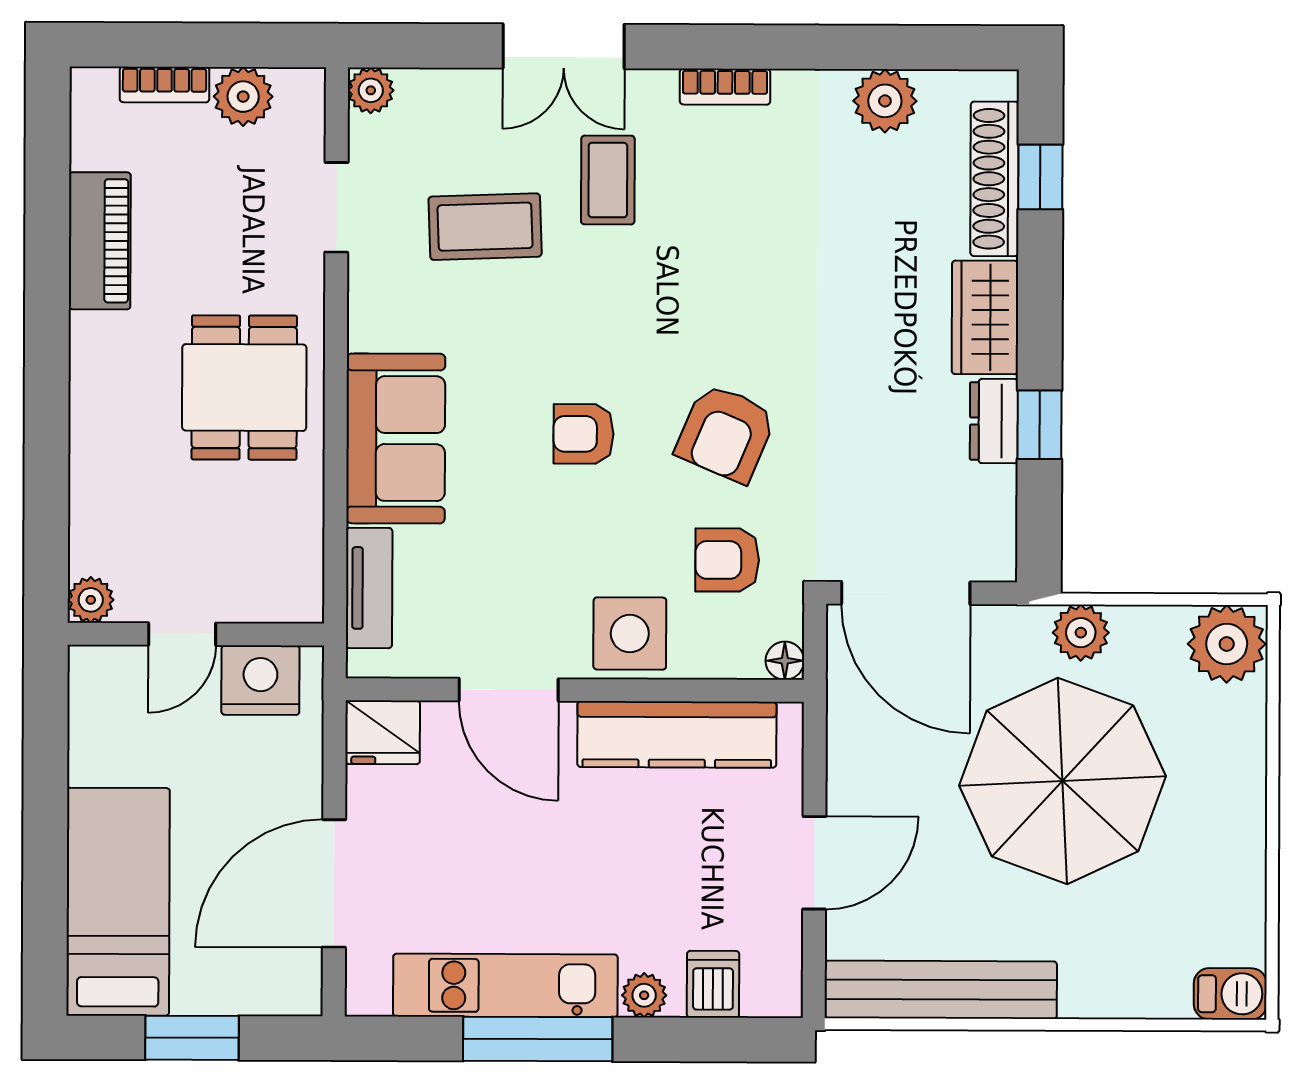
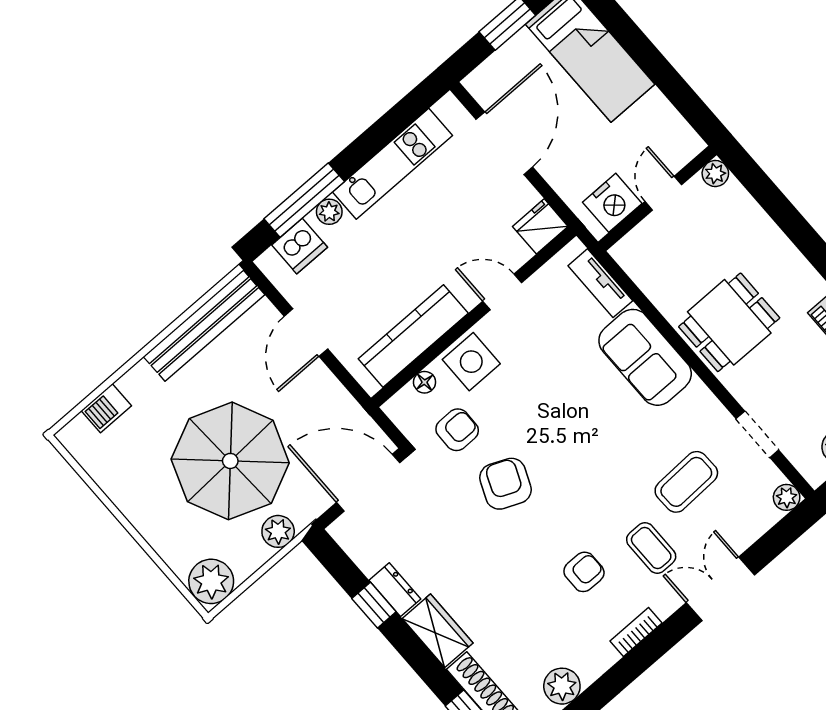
dining table: (244, 388) -> (729, 322), turned 90
armchair: (584, 434) -> (584, 572), moved
floor lamp: (785, 661) -> (425, 382), moved
door: (509, 690) -> (502, 292), width x0.73
dishwasher: (713, 984) -> (300, 246), width x1.38
barbecue: (1230, 994) -> (106, 408), moved
window: (538, 1039) -> (304, 200), moved

